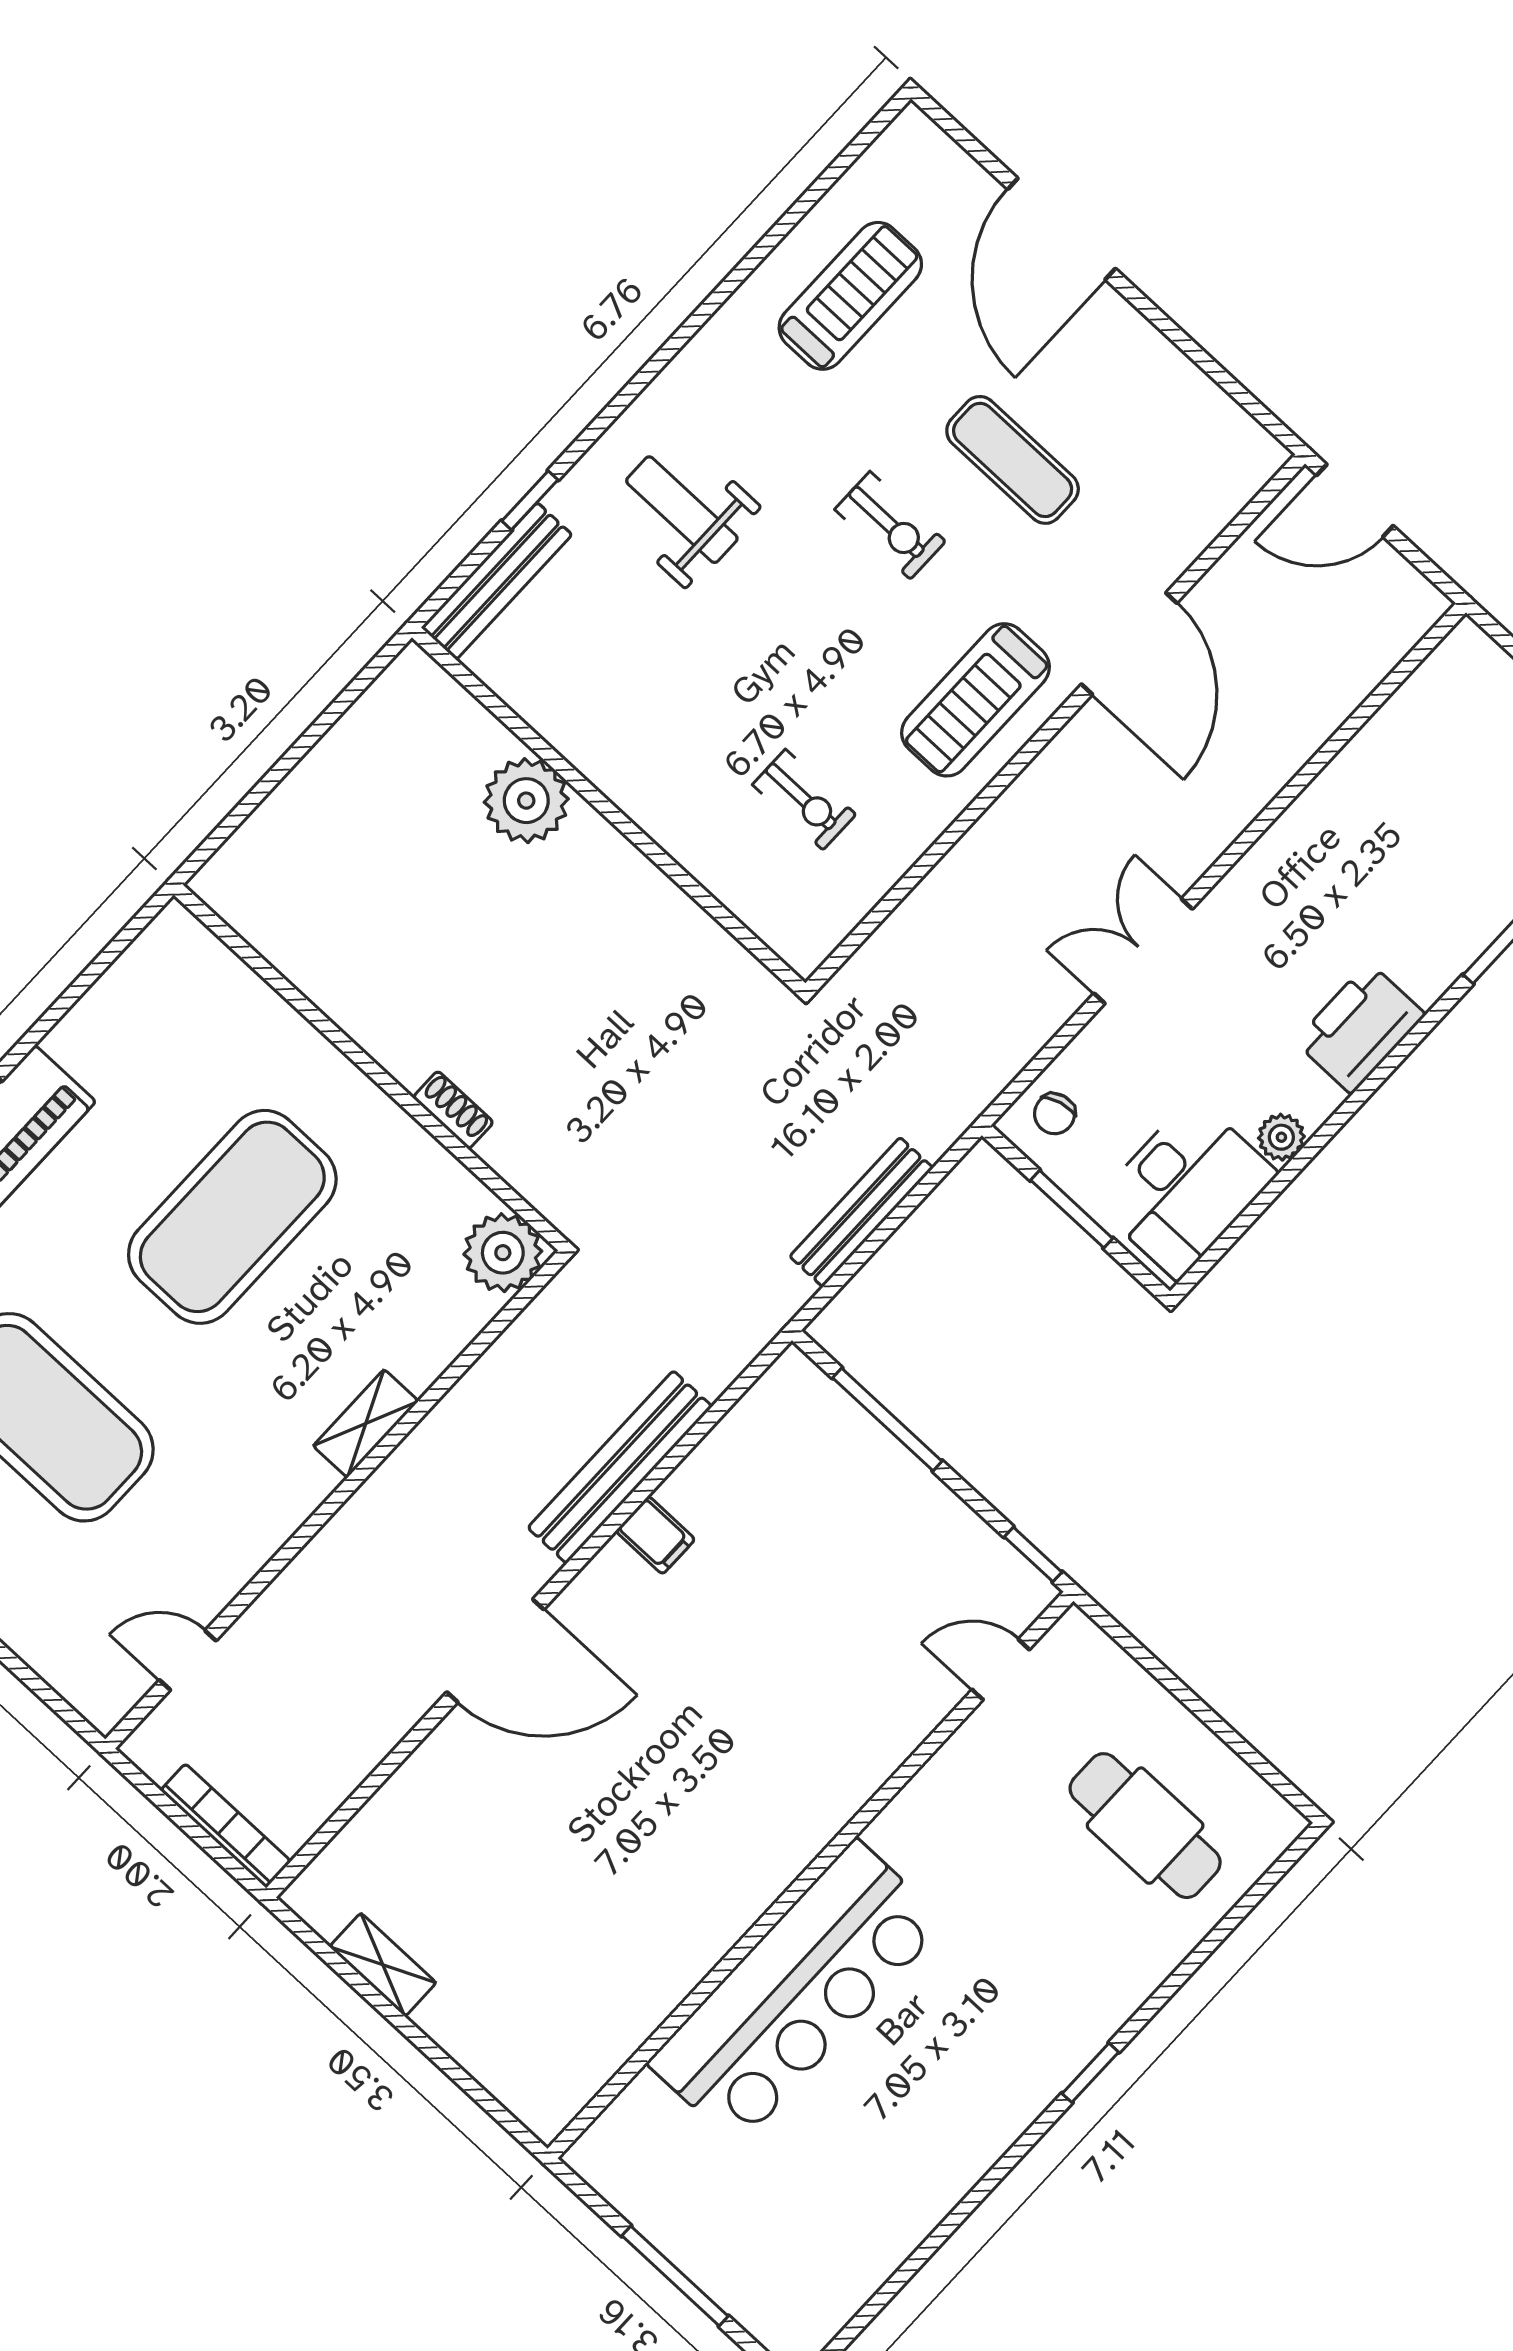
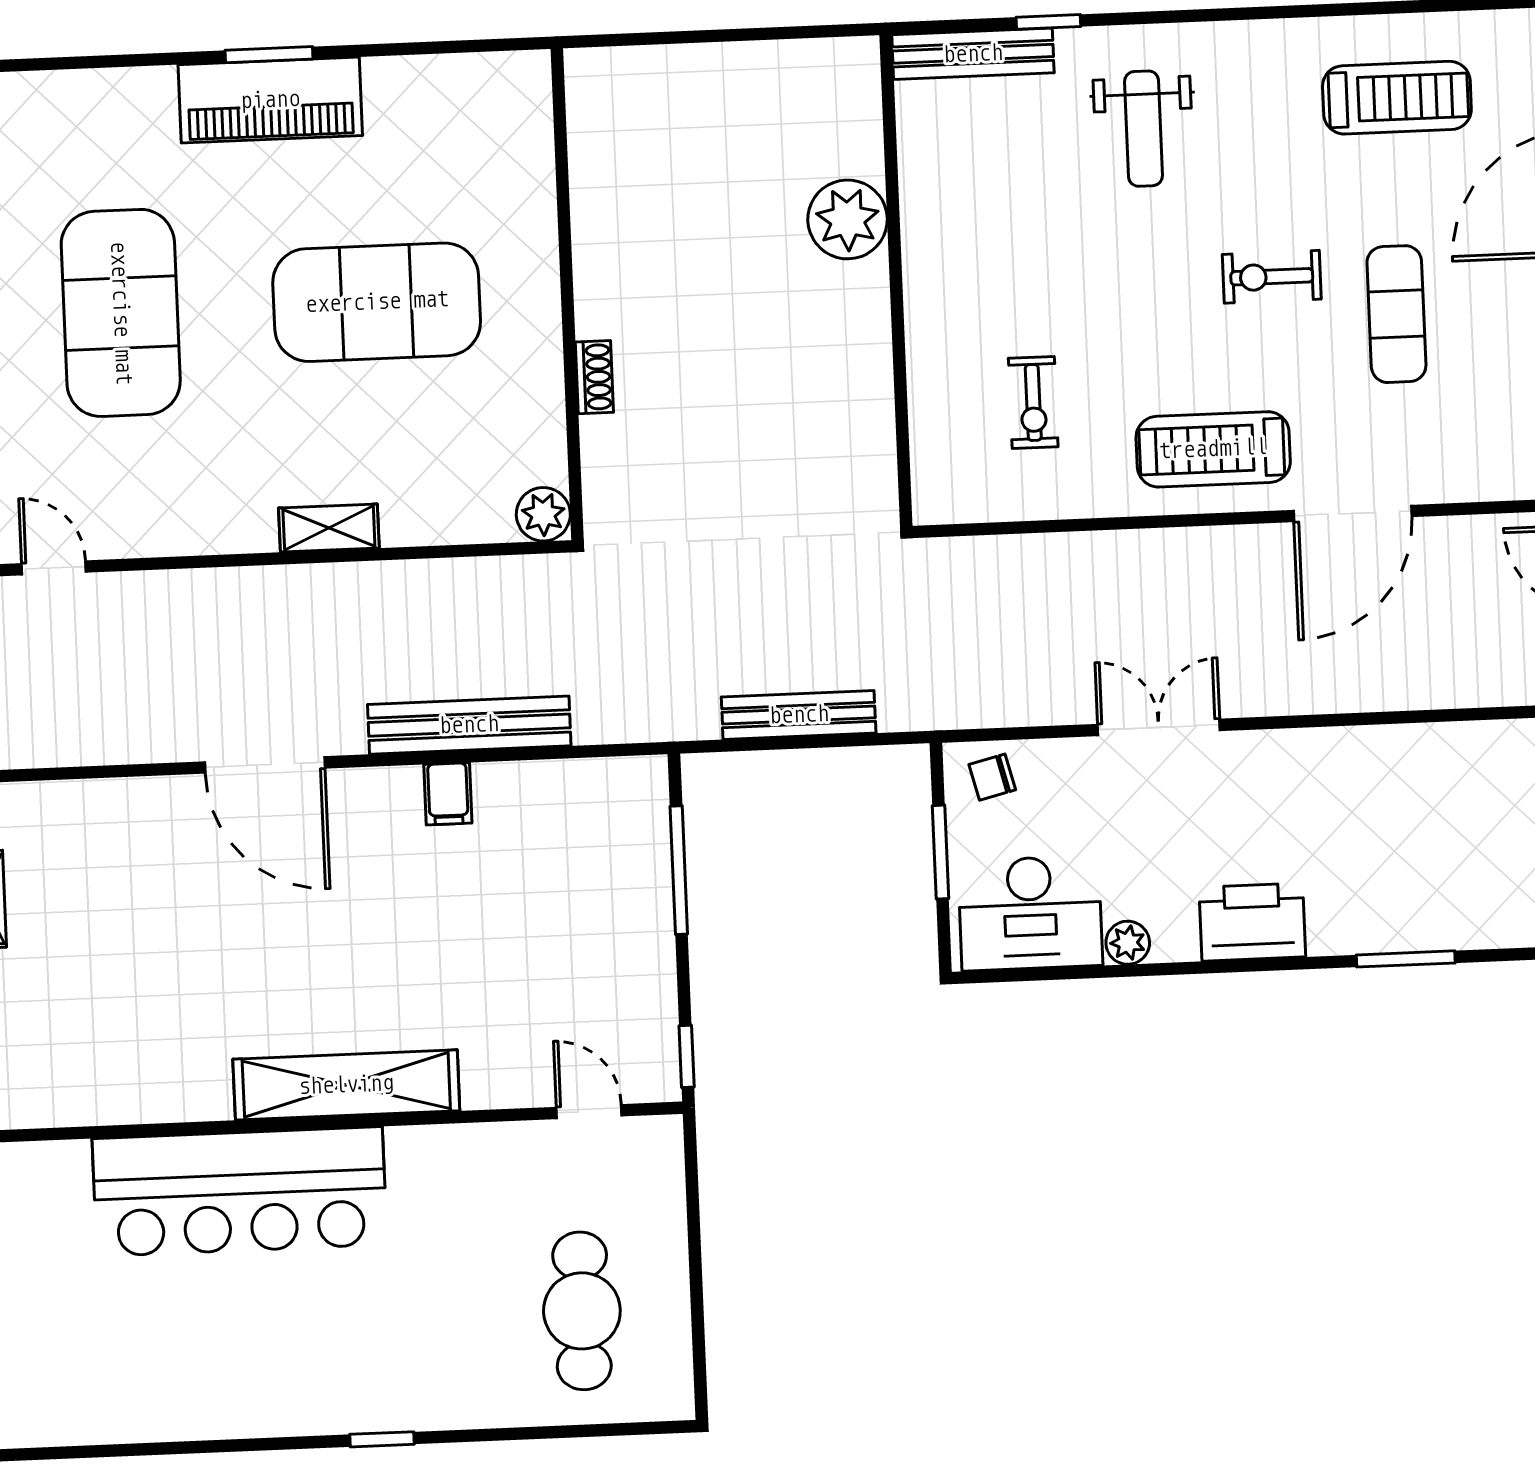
weight bench: (682, 510) -> (1143, 129), turned 180
exercise bike: (890, 525) -> (1272, 277), turned 90
plant: (503, 1253) -> (543, 514), width x0.73, depth x0.73
shelving: (797, 1832) -> (346, 1085), added

